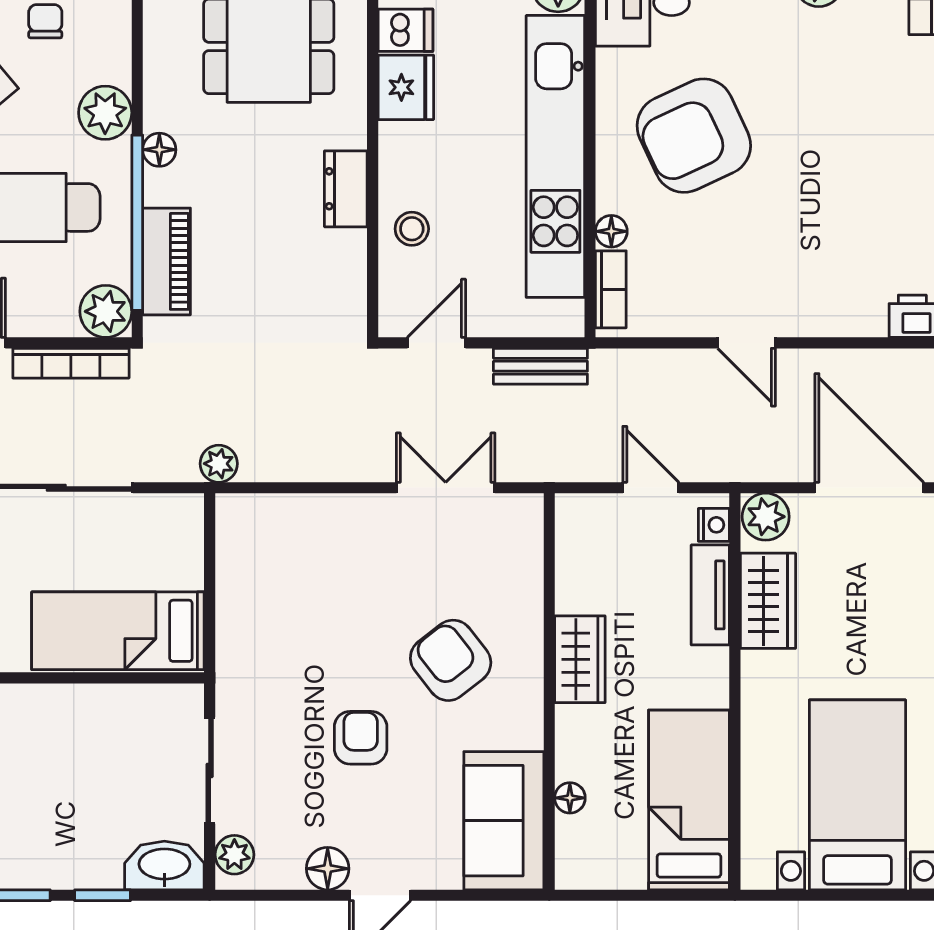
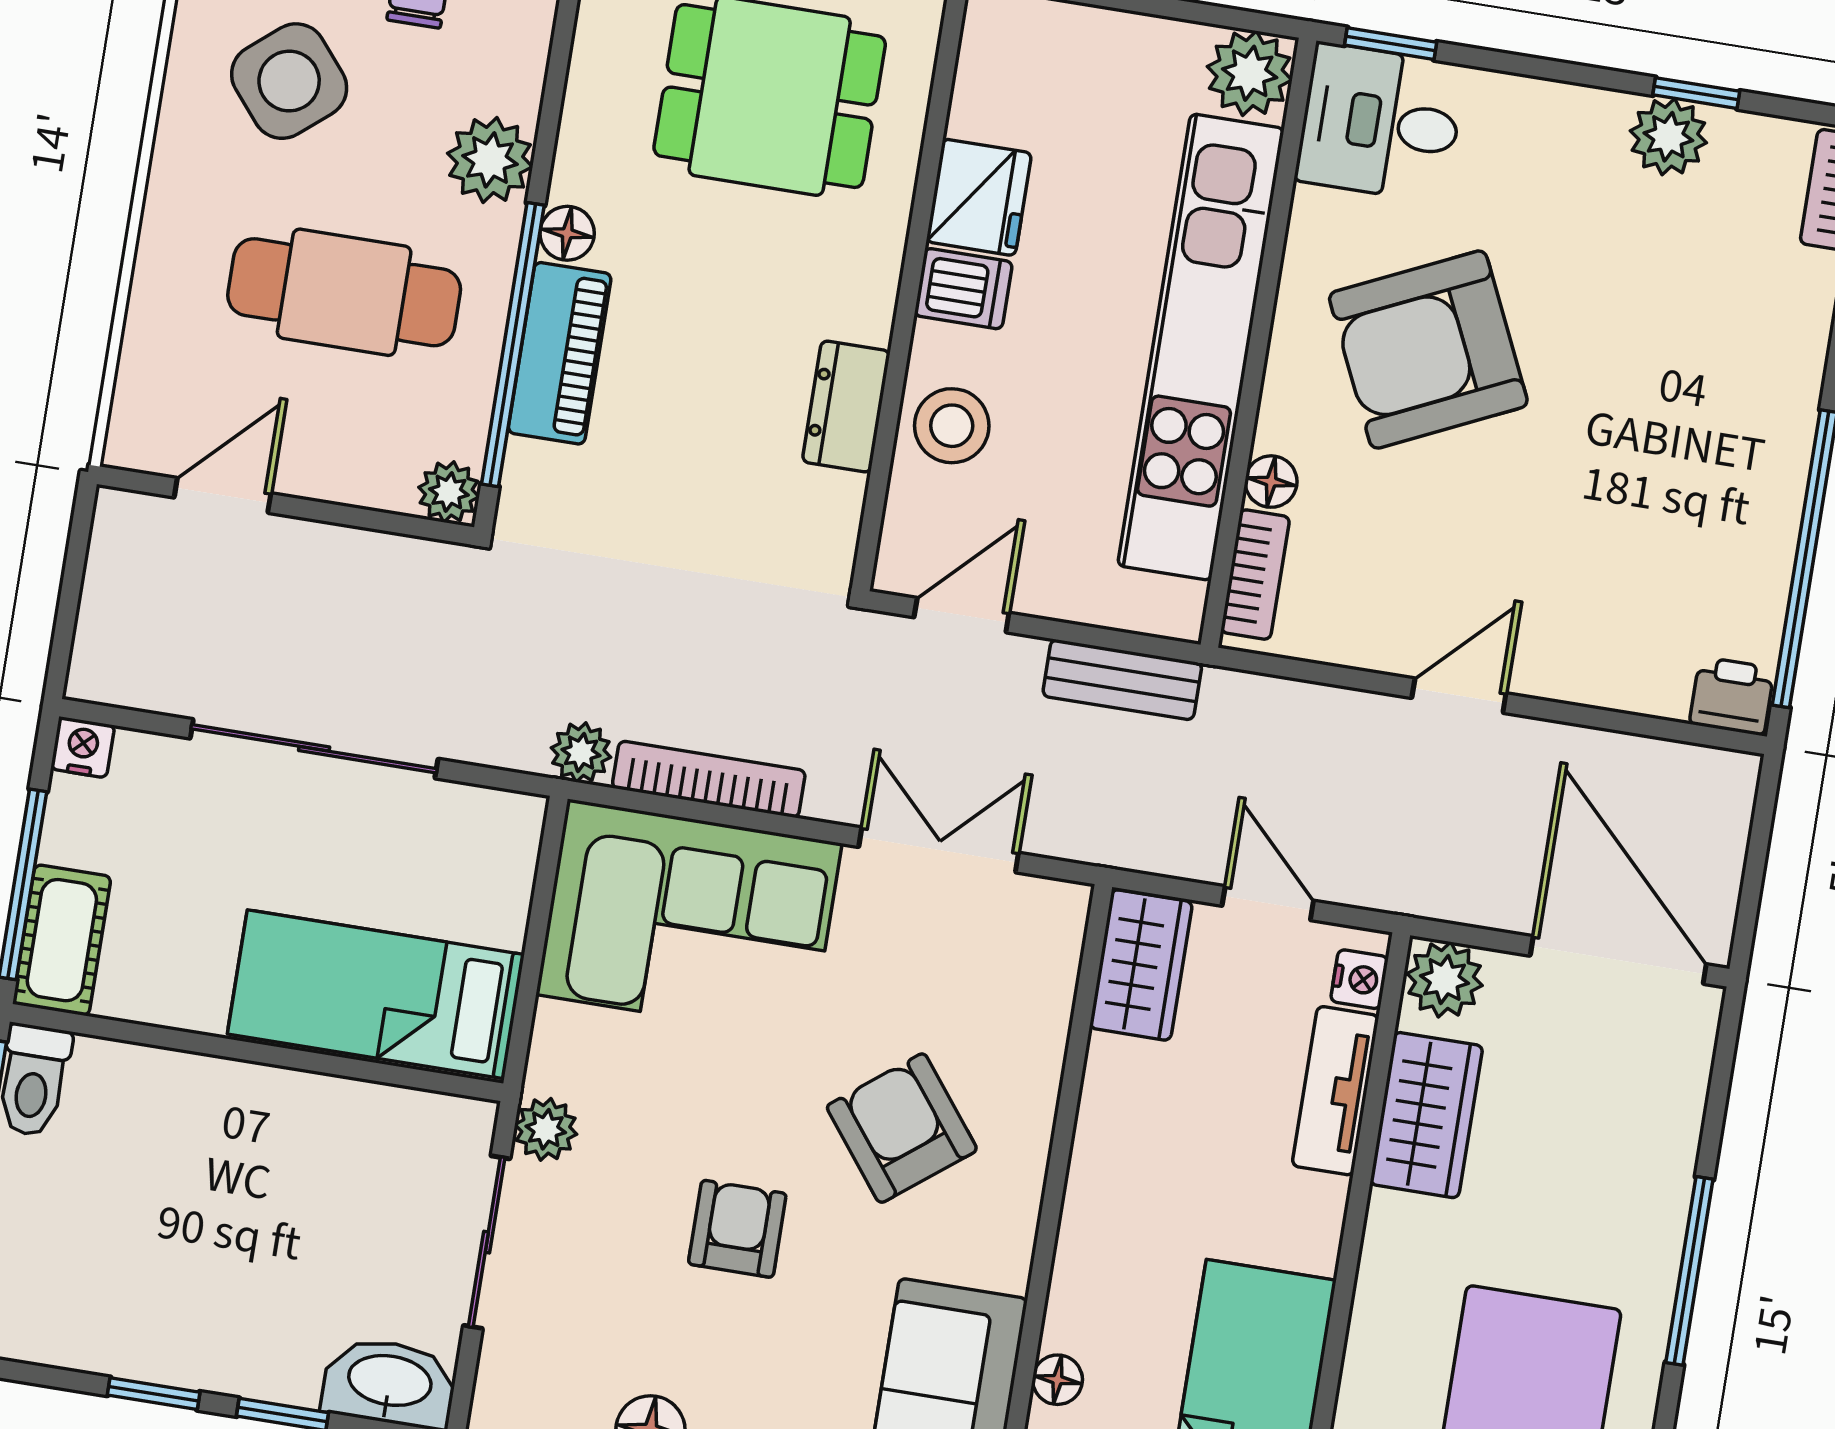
dishwasher: (405, 30) -> (963, 289), moved
dresser: (346, 189) -> (846, 406), moved
stool: (412, 229) -> (952, 426), width x1.37, depth x1.37
piano: (167, 261) -> (560, 353), moved
plant: (106, 311) -> (449, 492), width x0.73, depth x0.73
door: (747, 343) -> (1459, 696), swing flipped
bookcase: (71, 363) -> (709, 779), moved, turned 180
corner sofa: (301, 554) -> (689, 919), added
wardrobe: (580, 659) -> (1141, 965), moved
plant: (234, 855) -> (546, 1129), moved

